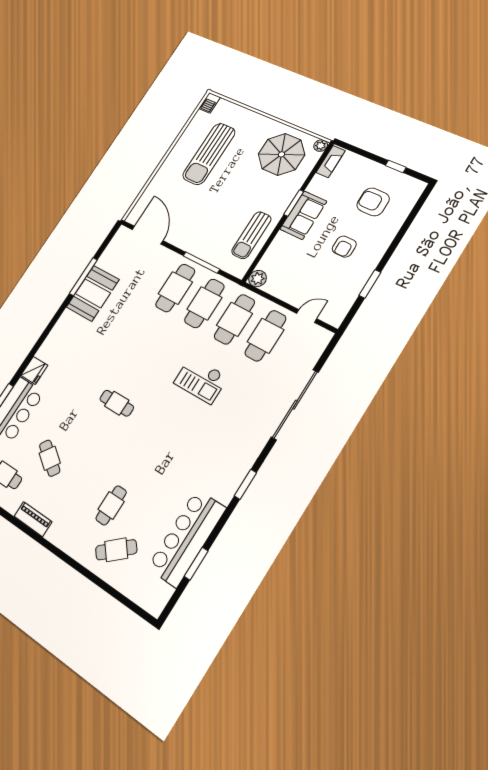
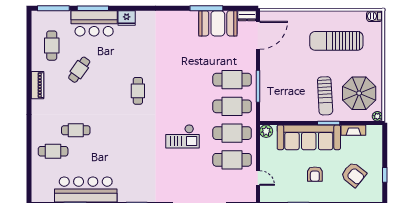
fireplace: (331, 162) -> (353, 130), moved
armchair: (373, 202) -> (354, 175), turned 129
sofa: (303, 215) -> (309, 137), width x1.85, depth x1.27
sun lounger: (251, 235) -> (325, 96), moved, turned -93
dresser: (120, 237) -> (247, 16), added
armchair: (344, 247) -> (315, 174), turned -90
booth: (93, 293) -> (218, 23), moved
checkout: (201, 380) -> (182, 136), turned -90
cafe table: (116, 550) -> (53, 151), turned -49

